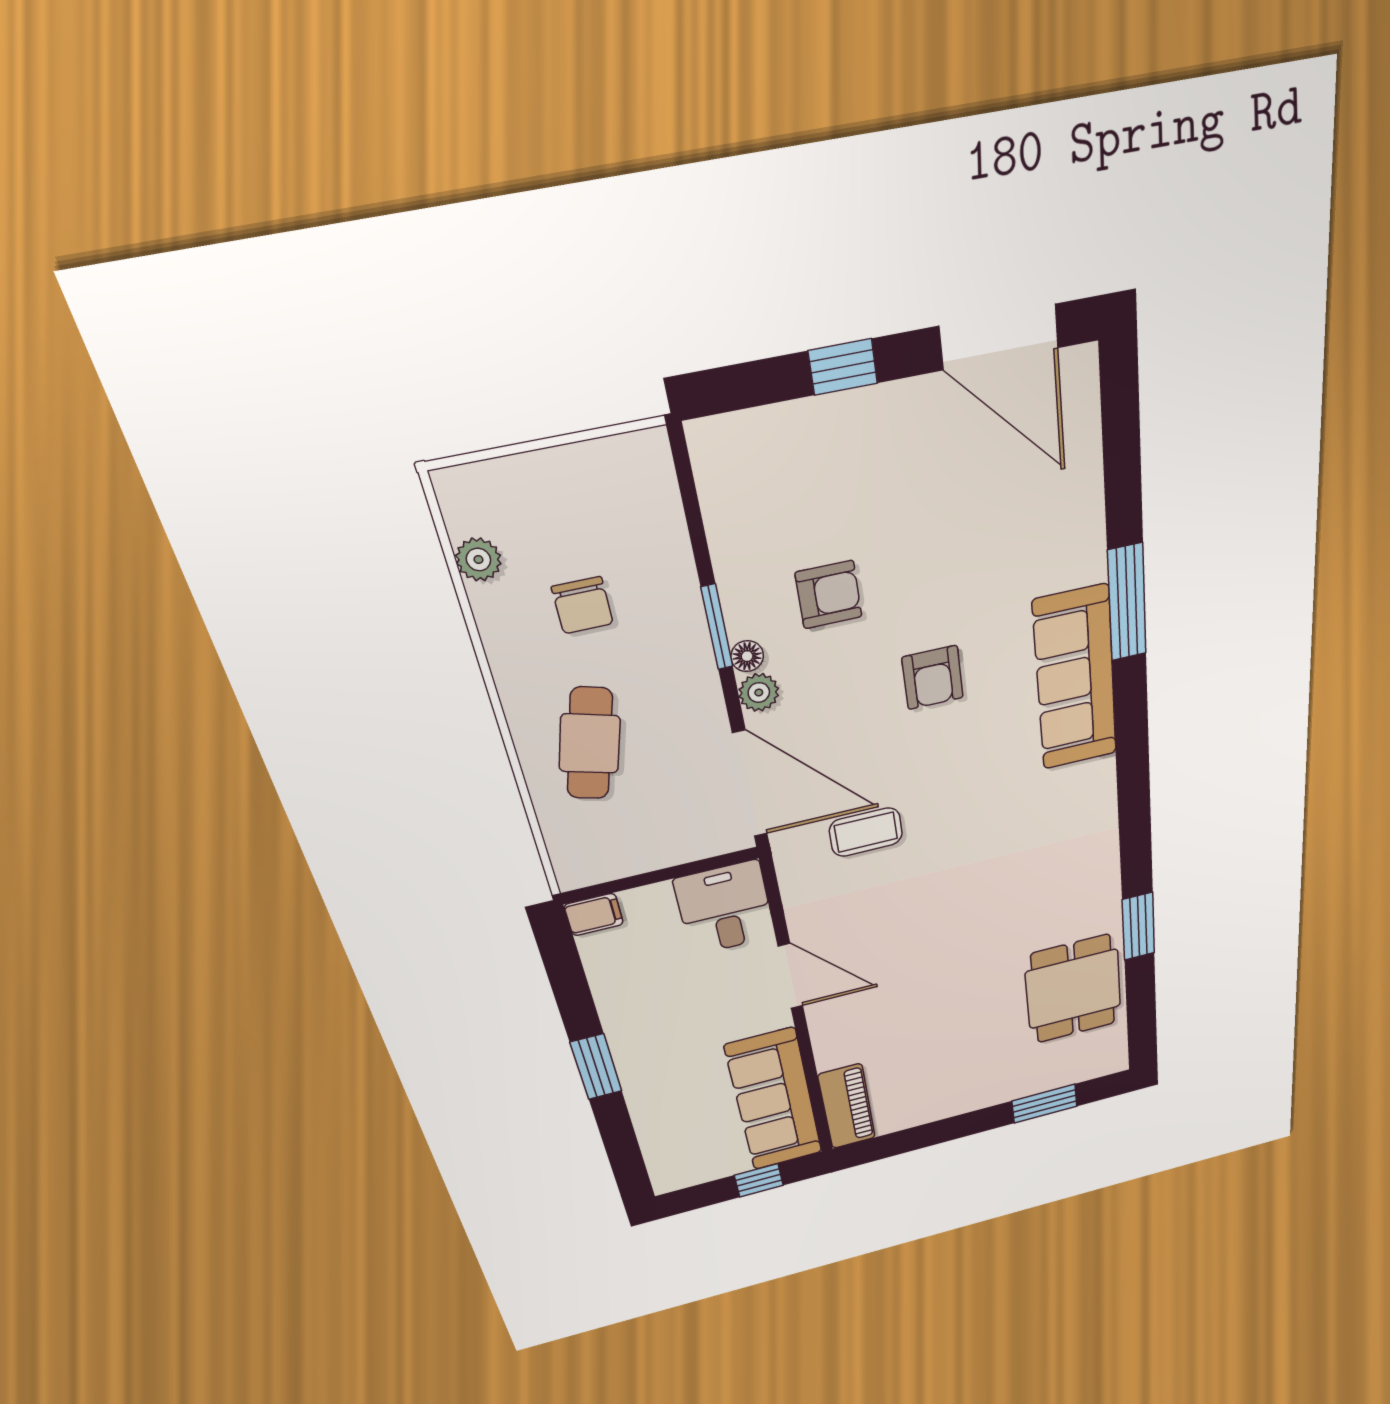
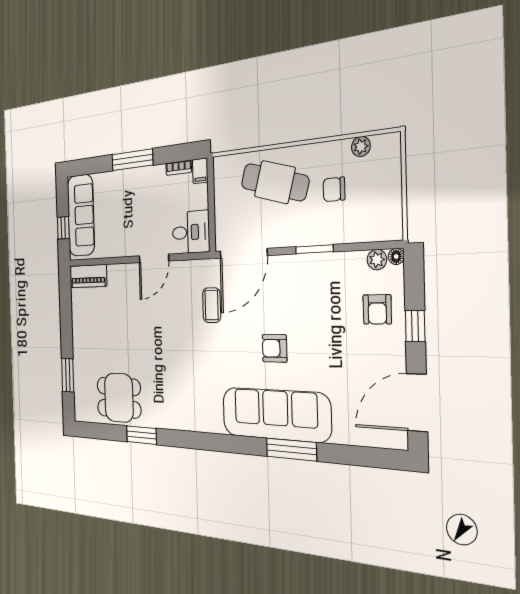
armchair: (829, 595) -> (377, 309), moved
floor lamp: (747, 656) -> (396, 257), moved
sofa: (1075, 679) -> (275, 415), width x1.36, depth x1.27
plant: (759, 692) -> (377, 260), moved
cafe table: (590, 744) -> (275, 182), width x1.37, depth x1.35
bookcase: (596, 963) -> (179, 168), added
window: (596, 1067) -> (132, 160), width x1.44
sofa: (774, 1100) -> (81, 215), moved, turned 90

